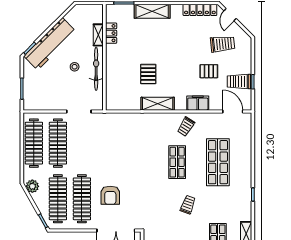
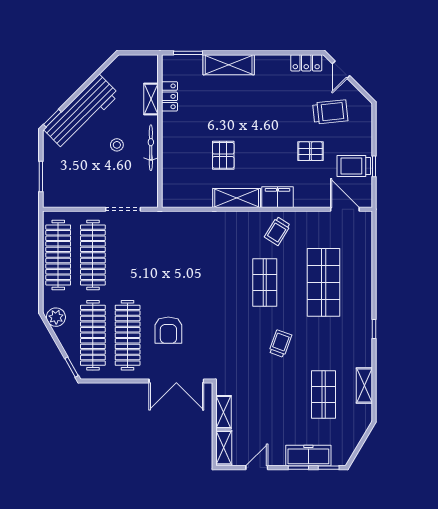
locker: (200, 10) -> (306, 63), width x0.66
bicycle: (96, 69) -> (151, 148), width x0.73, depth x0.71
filing cabinet: (198, 103) -> (277, 197), moved

